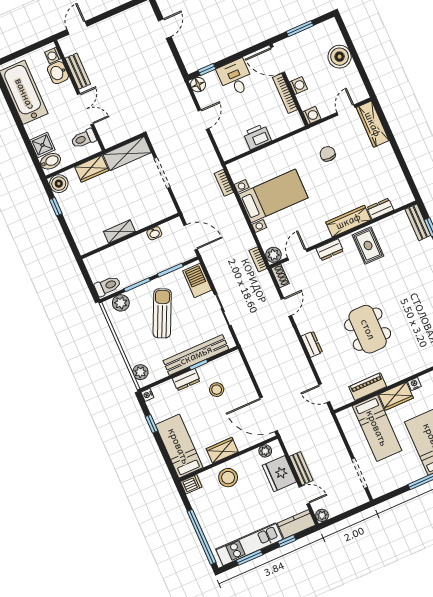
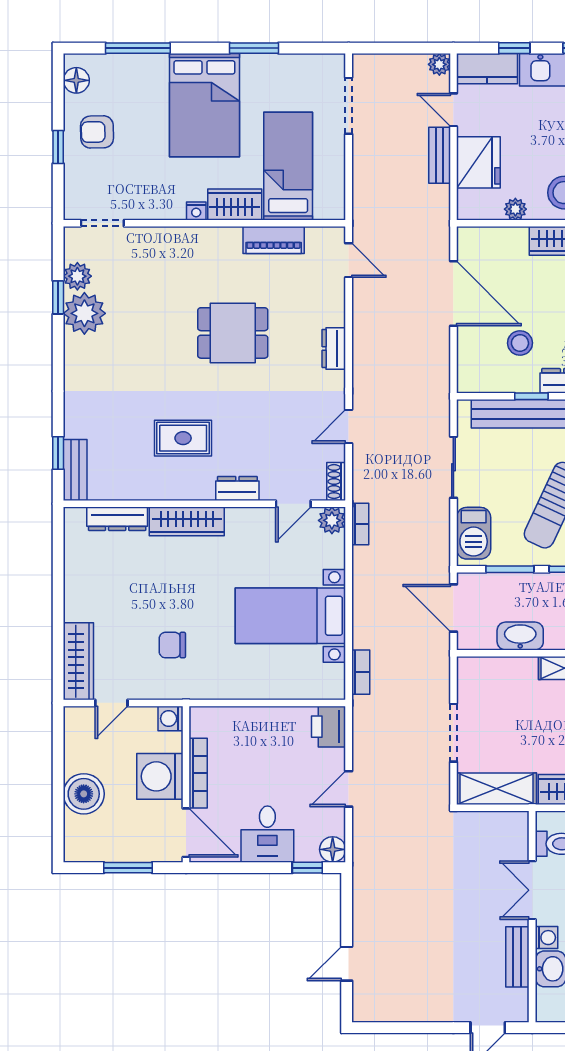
washing machine: (53, 55) -> (546, 938), moved
washing machine: (298, 85) -> (160, 776), width x1.89, depth x1.89
printer: (257, 137) -> (329, 727), moved, turned 90
chair: (328, 154) -> (172, 645), turned 90
dresser: (380, 209) -> (117, 519), width x1.44
washbasin: (154, 233) -> (520, 636), width x1.91, depth x1.45
rug: (368, 245) -> (183, 438), moved, turned 90
dining table: (368, 329) -> (233, 333), width x0.73
door: (269, 414) -> (453, 294), moved
plant: (265, 451) -> (515, 209), moved

